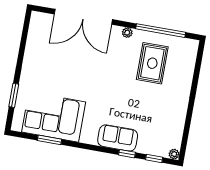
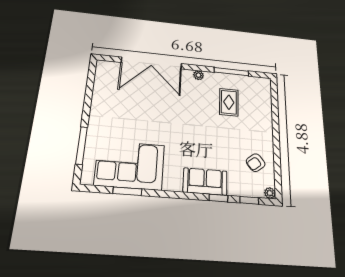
window: (161, 31) -> (231, 72), width x0.68
rug: (152, 63) -> (229, 102), width x0.73, depth x0.70
window: (14, 95) -> (82, 145), width x1.44
armchair: (167, 125) -> (256, 163), added

